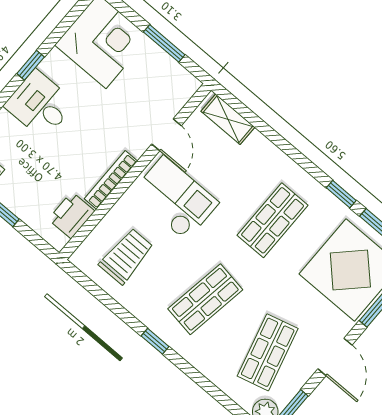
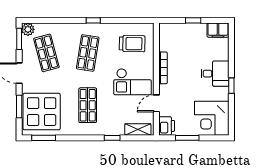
door: (166, 135) -> (156, 103), hinge flipped
window: (341, 194) -> (112, 138), moved
printer: (71, 215) -> (167, 126), moved
trolley: (126, 256) -> (132, 44), turned -89

